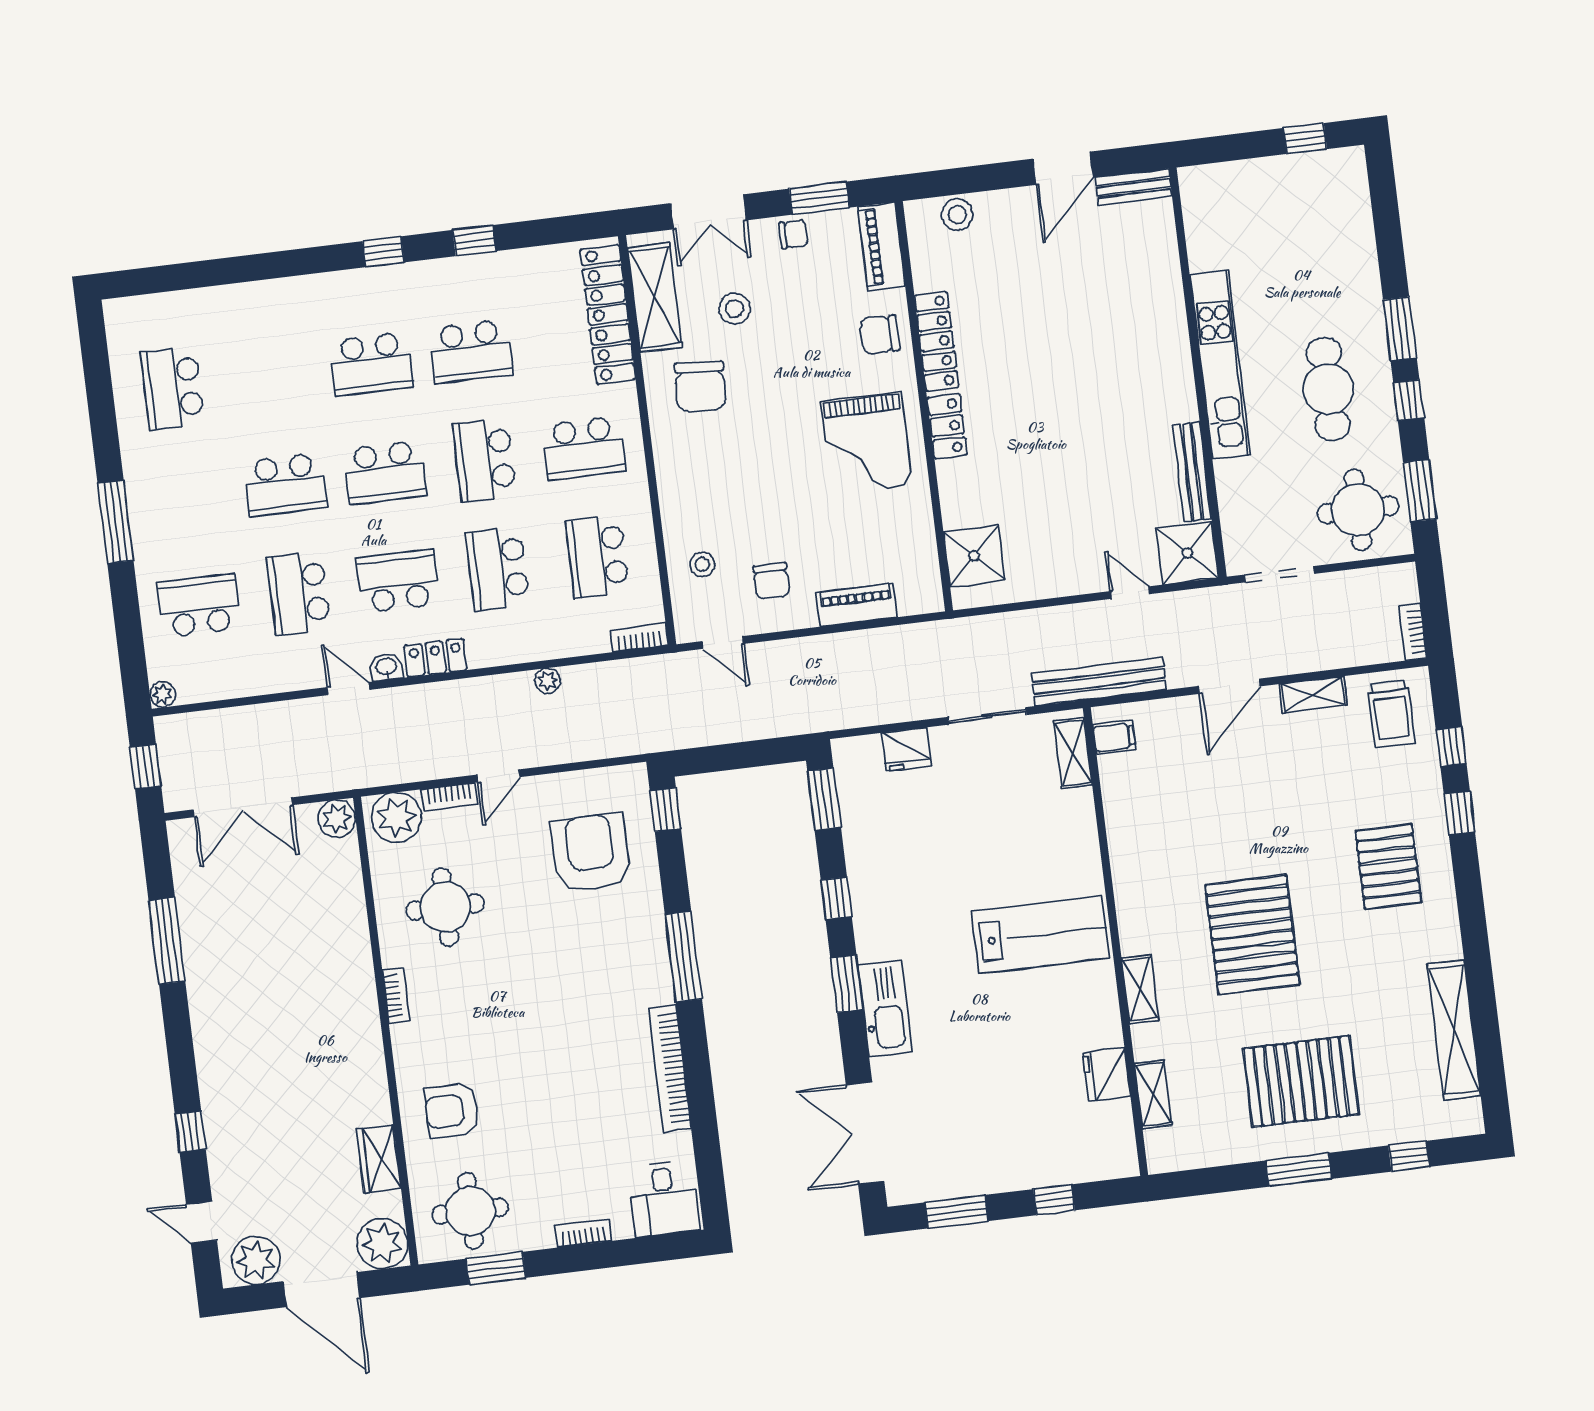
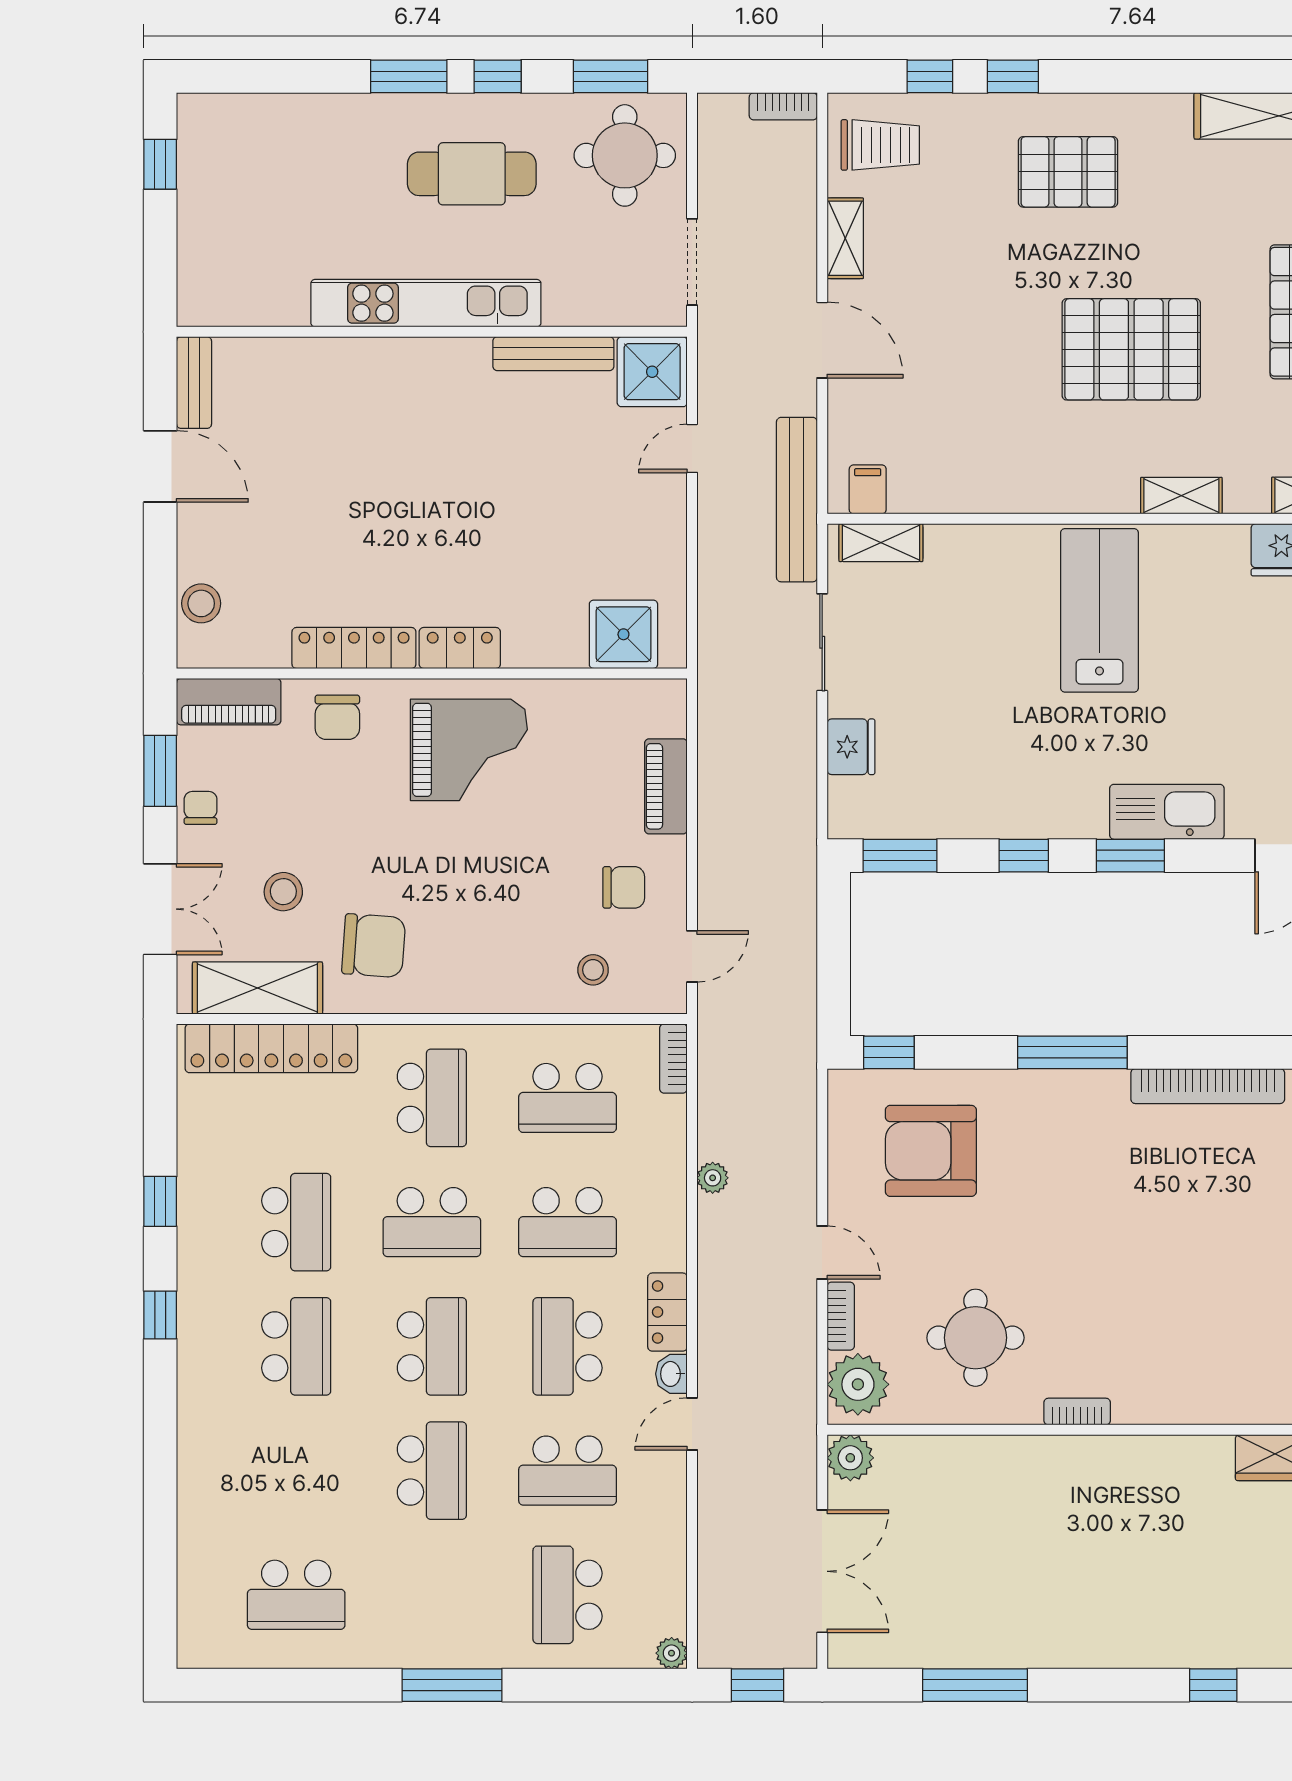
armchair: (452, 1111) -> (1227, 1360), removed

